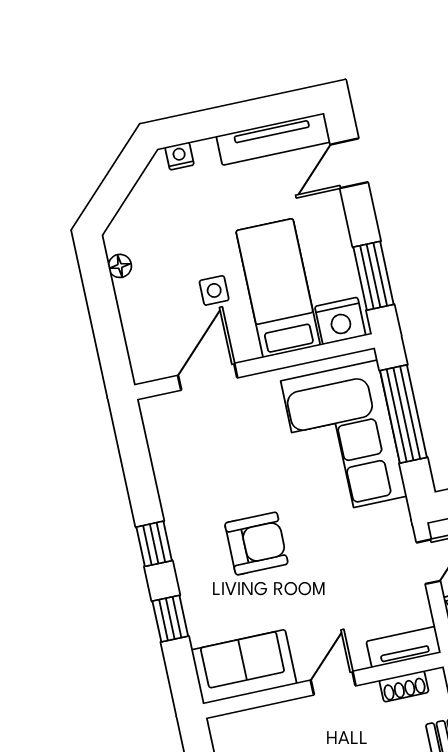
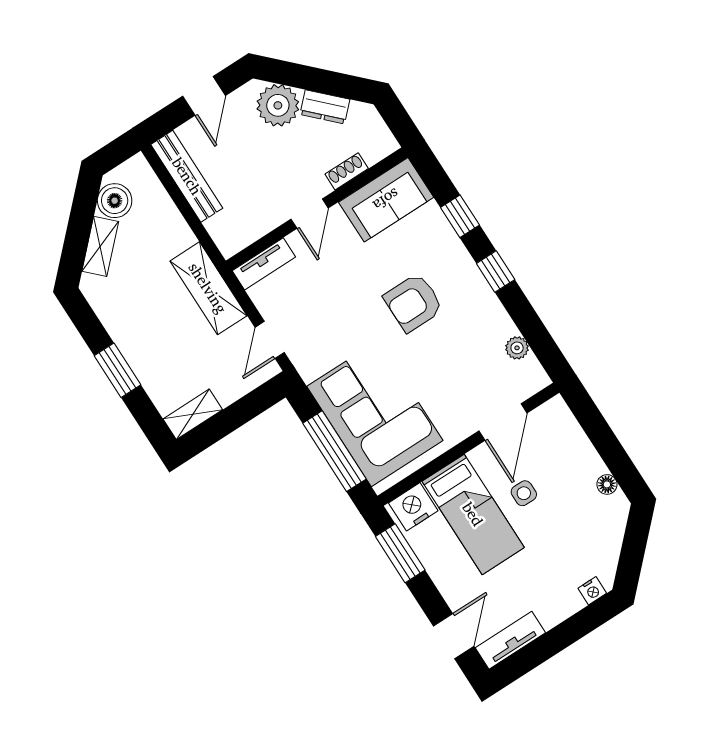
tv unit: (273, 139) -> (510, 640), width x0.71
plant: (162, 452) -> (517, 348), added
shoe rack: (404, 686) -> (347, 171), moved

